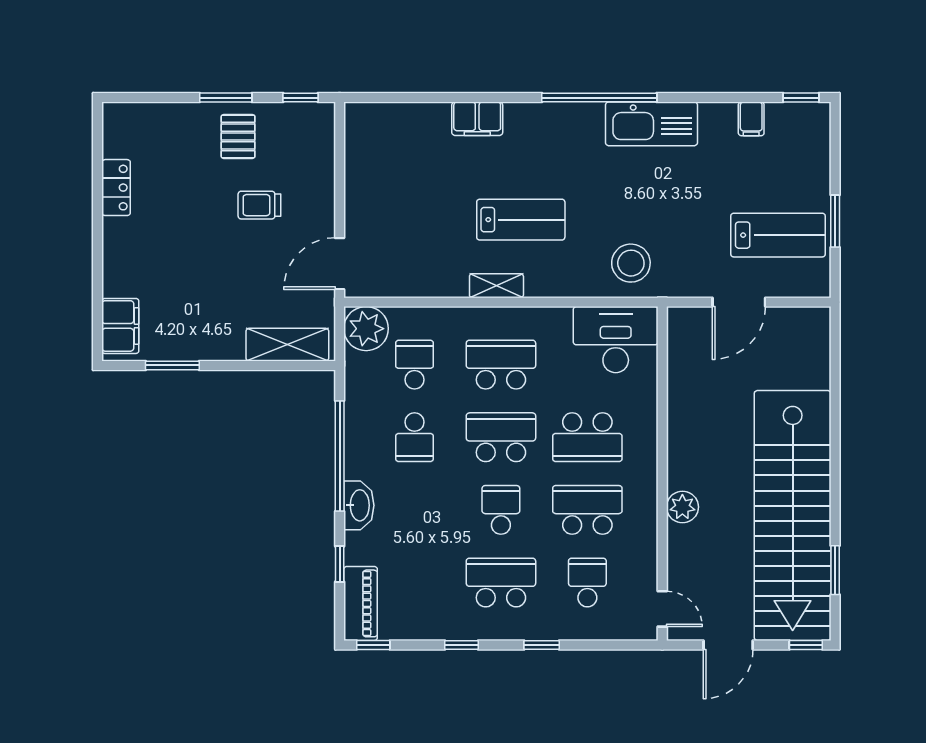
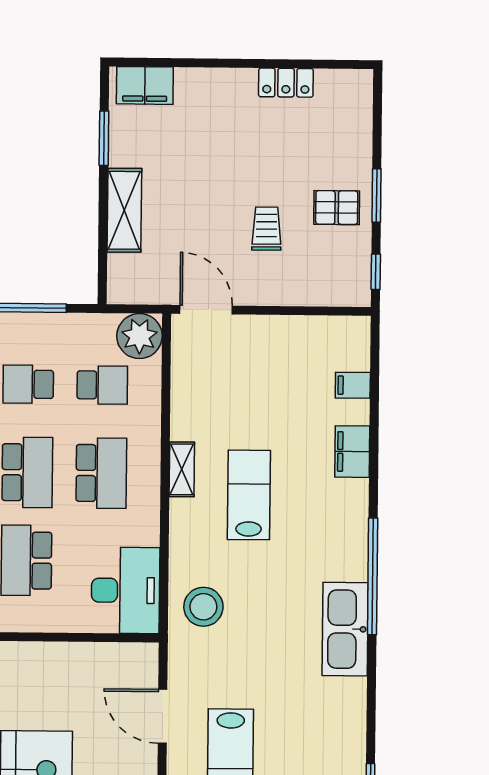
filing cabinet: (751, 119) -> (353, 385), moved
lab bench: (521, 220) -> (249, 495), turned 180
shelving: (287, 345) -> (124, 210), moved

